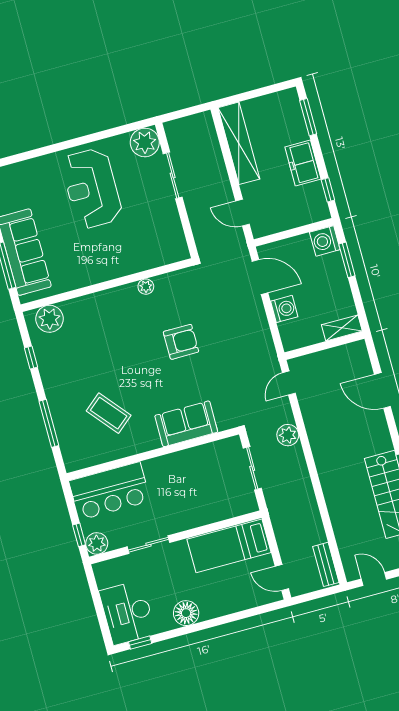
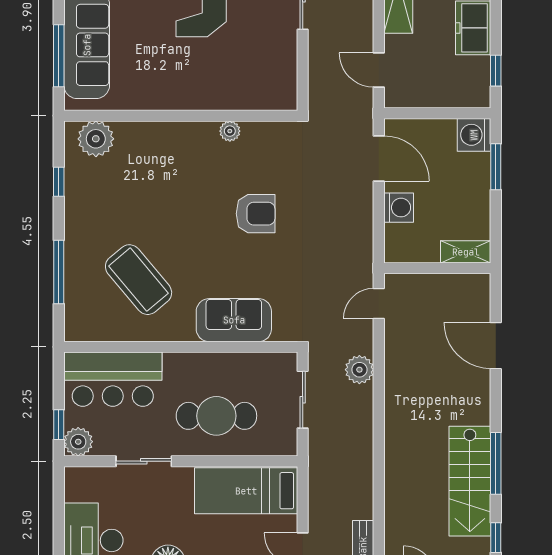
coffee table: (109, 413) -> (139, 280), width x1.36, depth x1.32
cafe table: (193, 497) -> (216, 416), added

